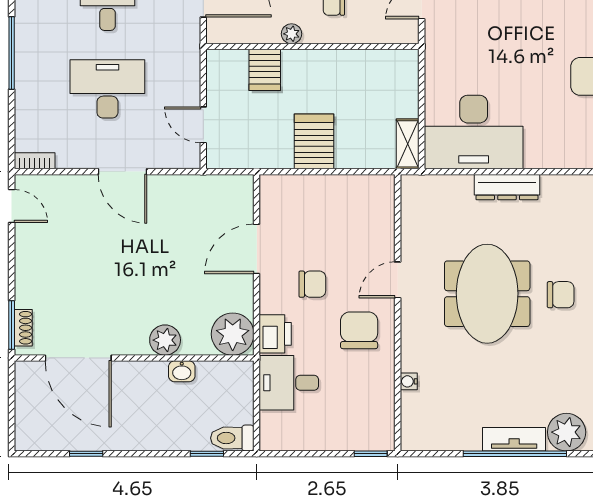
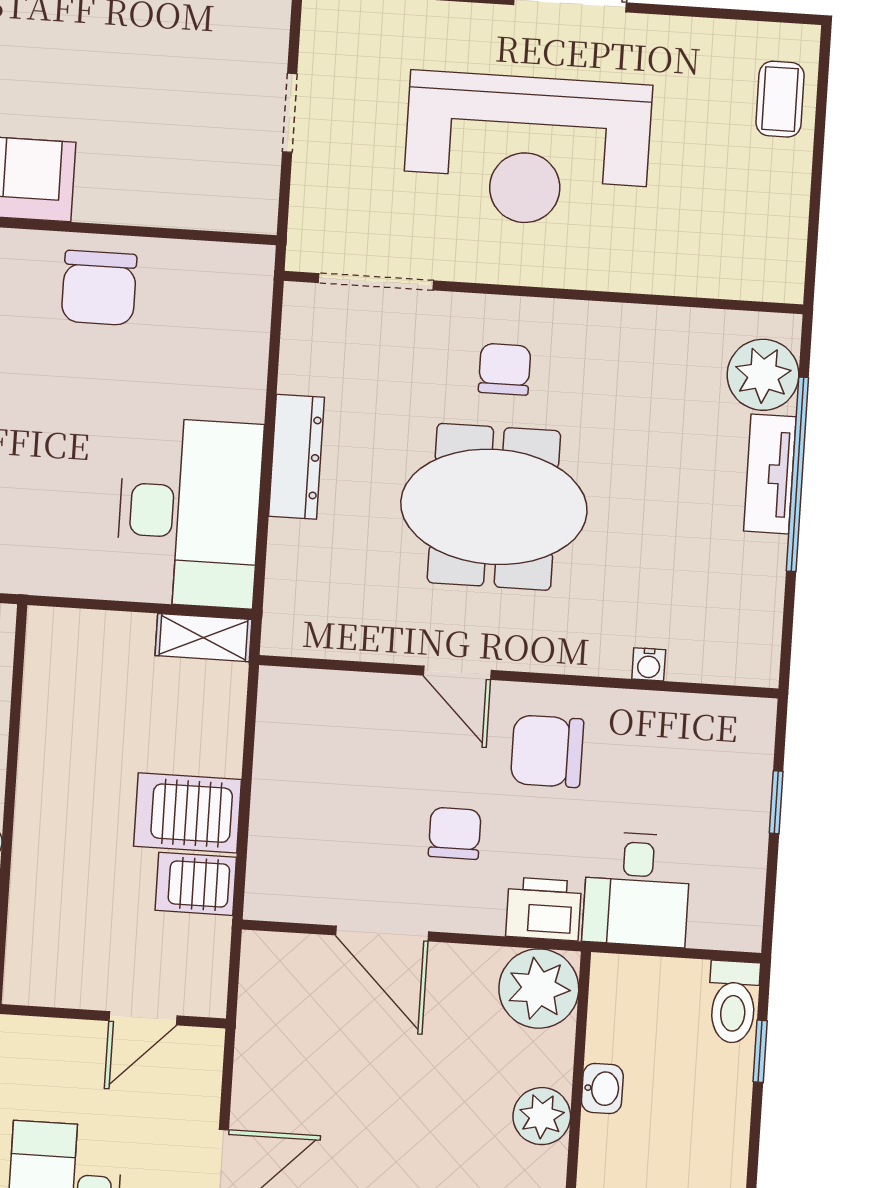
server rack: (265, 70) -> (196, 884), moved, turned 180
window: (371, 454) -> (776, 802), moved

